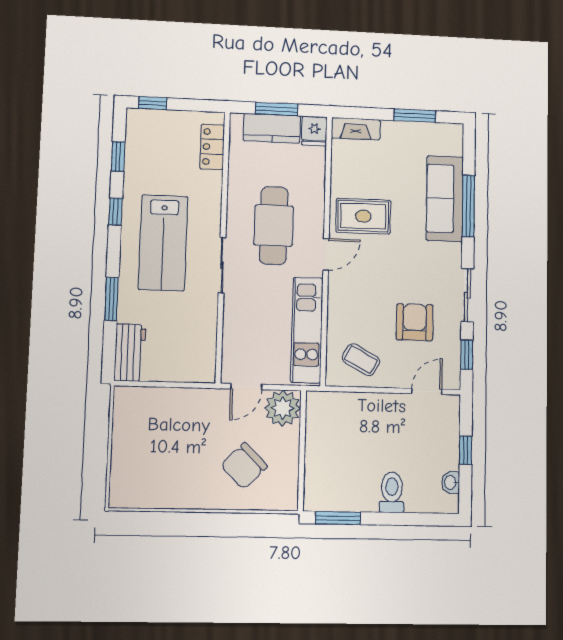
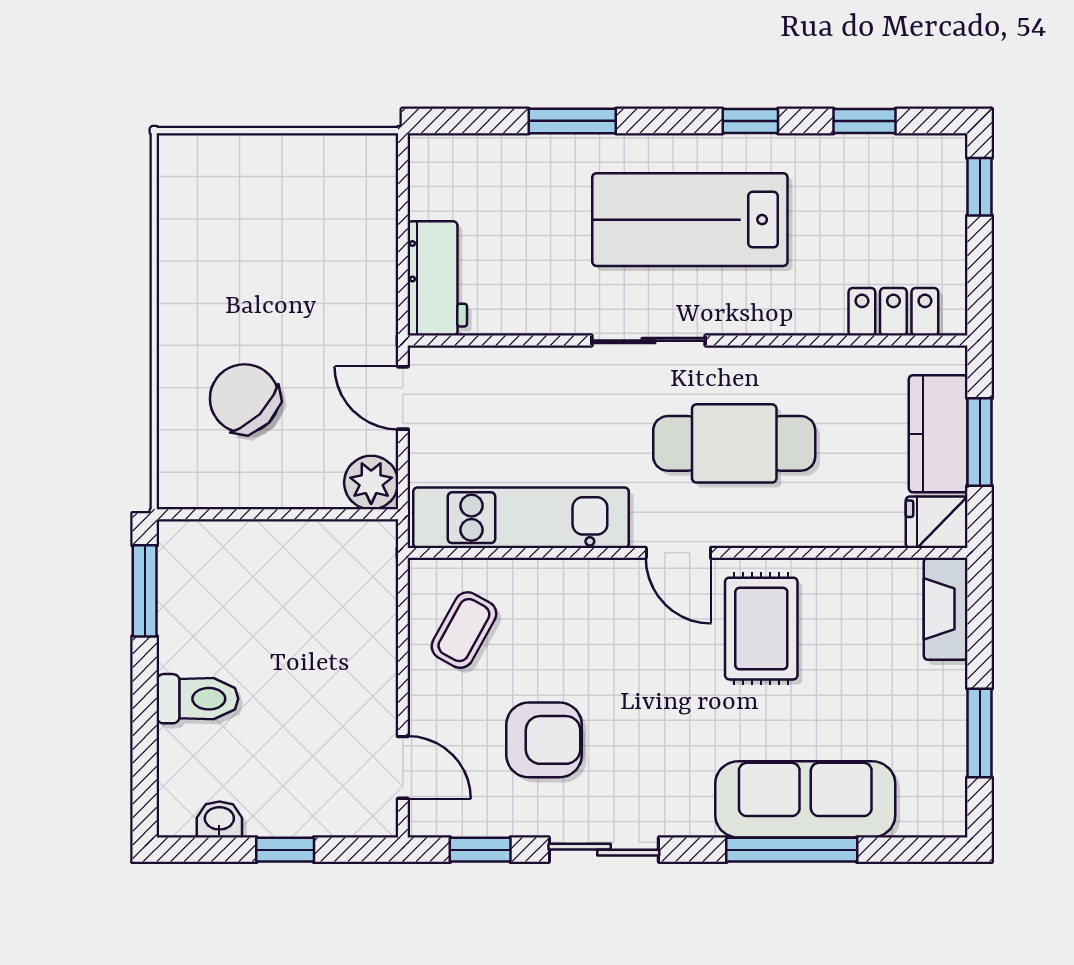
workbench: (130, 353) -> (437, 278), moved, turned -90
plant: (283, 408) -> (371, 483), width x0.73, depth x0.73

